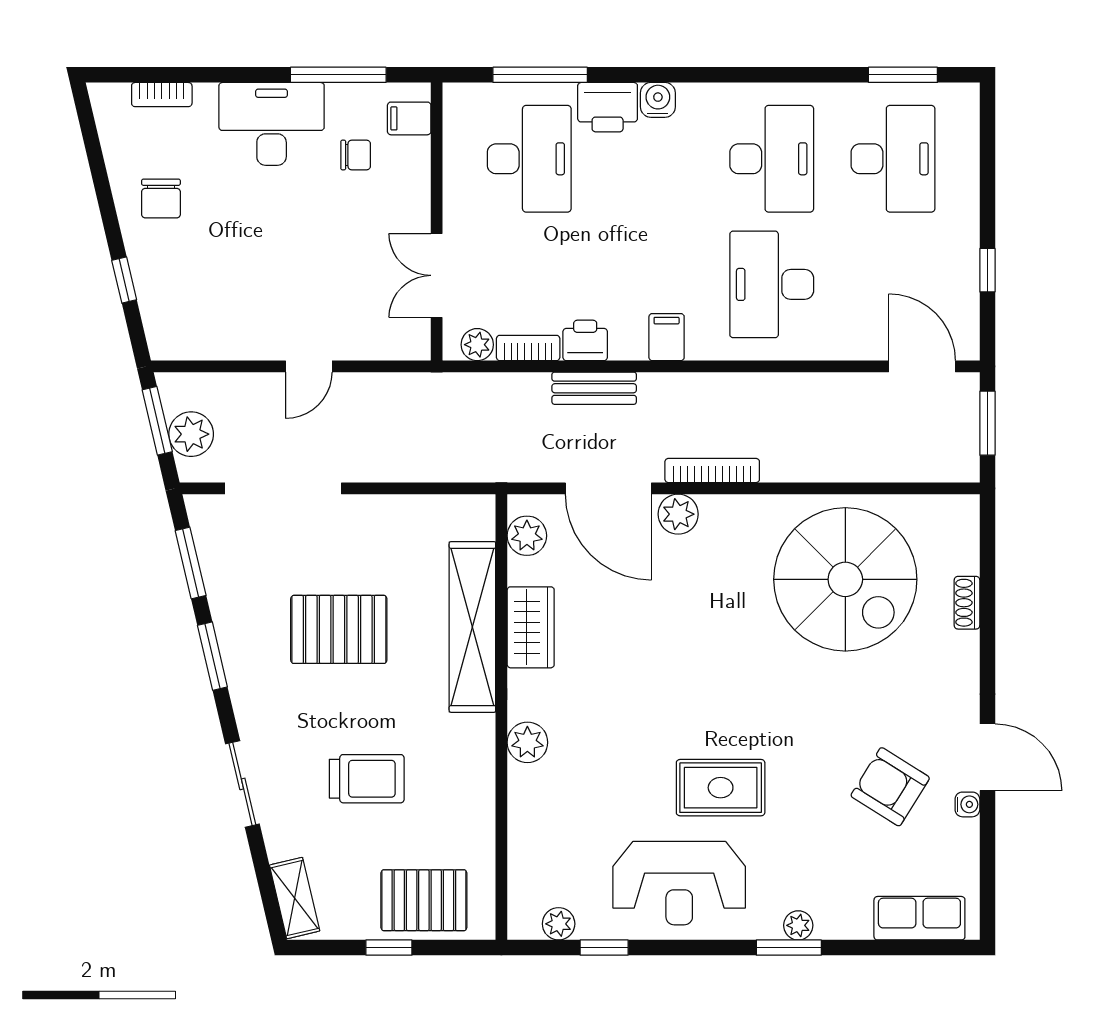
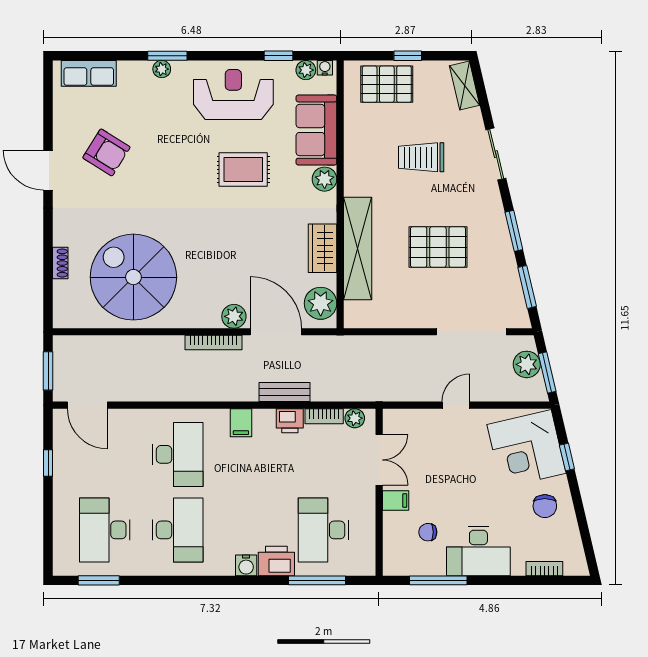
filing cabinet: (409, 118) -> (396, 501), moved
desk: (772, 159) -> (178, 530), turned 180
chair: (161, 198) -> (545, 506), turned 180
corner desk: (192, 294) -> (526, 449), added
plant: (527, 536) -> (321, 303), width x1.36, depth x1.36
rug: (721, 788) -> (243, 170), moved
water cooler: (967, 804) -> (325, 68), moved, turned 90
sofa: (541, 824) -> (316, 130), added

